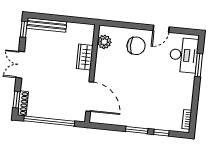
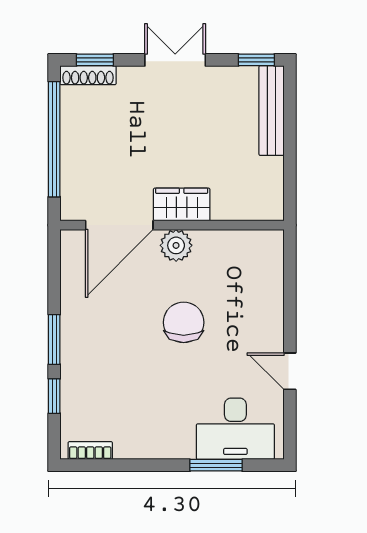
plant: (104, 42) -> (176, 245), moved
chair: (136, 46) -> (184, 322), moved, turned 180
wardrobe: (85, 57) -> (182, 204), moved

